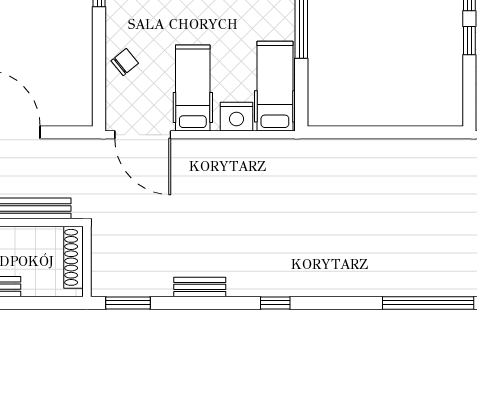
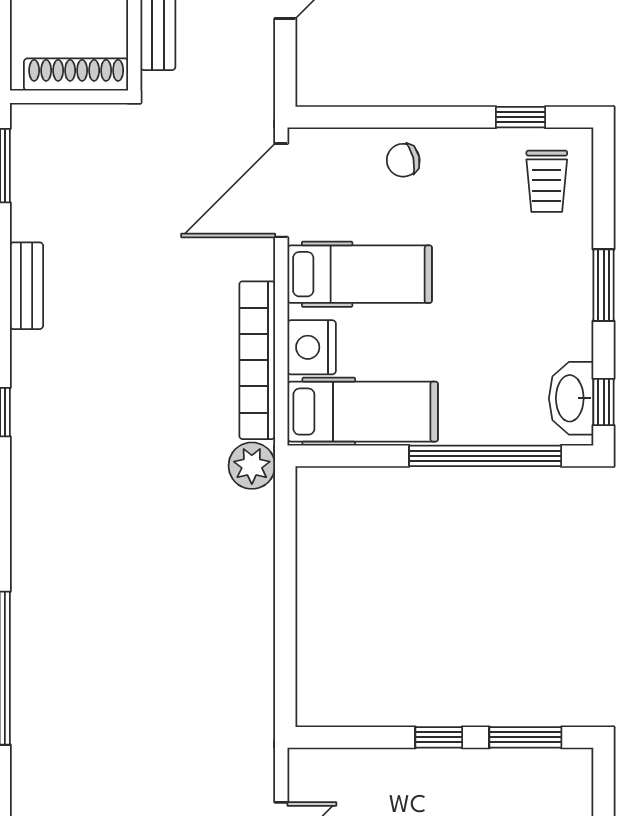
chair: (125, 62) -> (403, 160), turned 116
bookcase: (244, 149) -> (257, 360), added
plant: (307, 152) -> (252, 466), added

